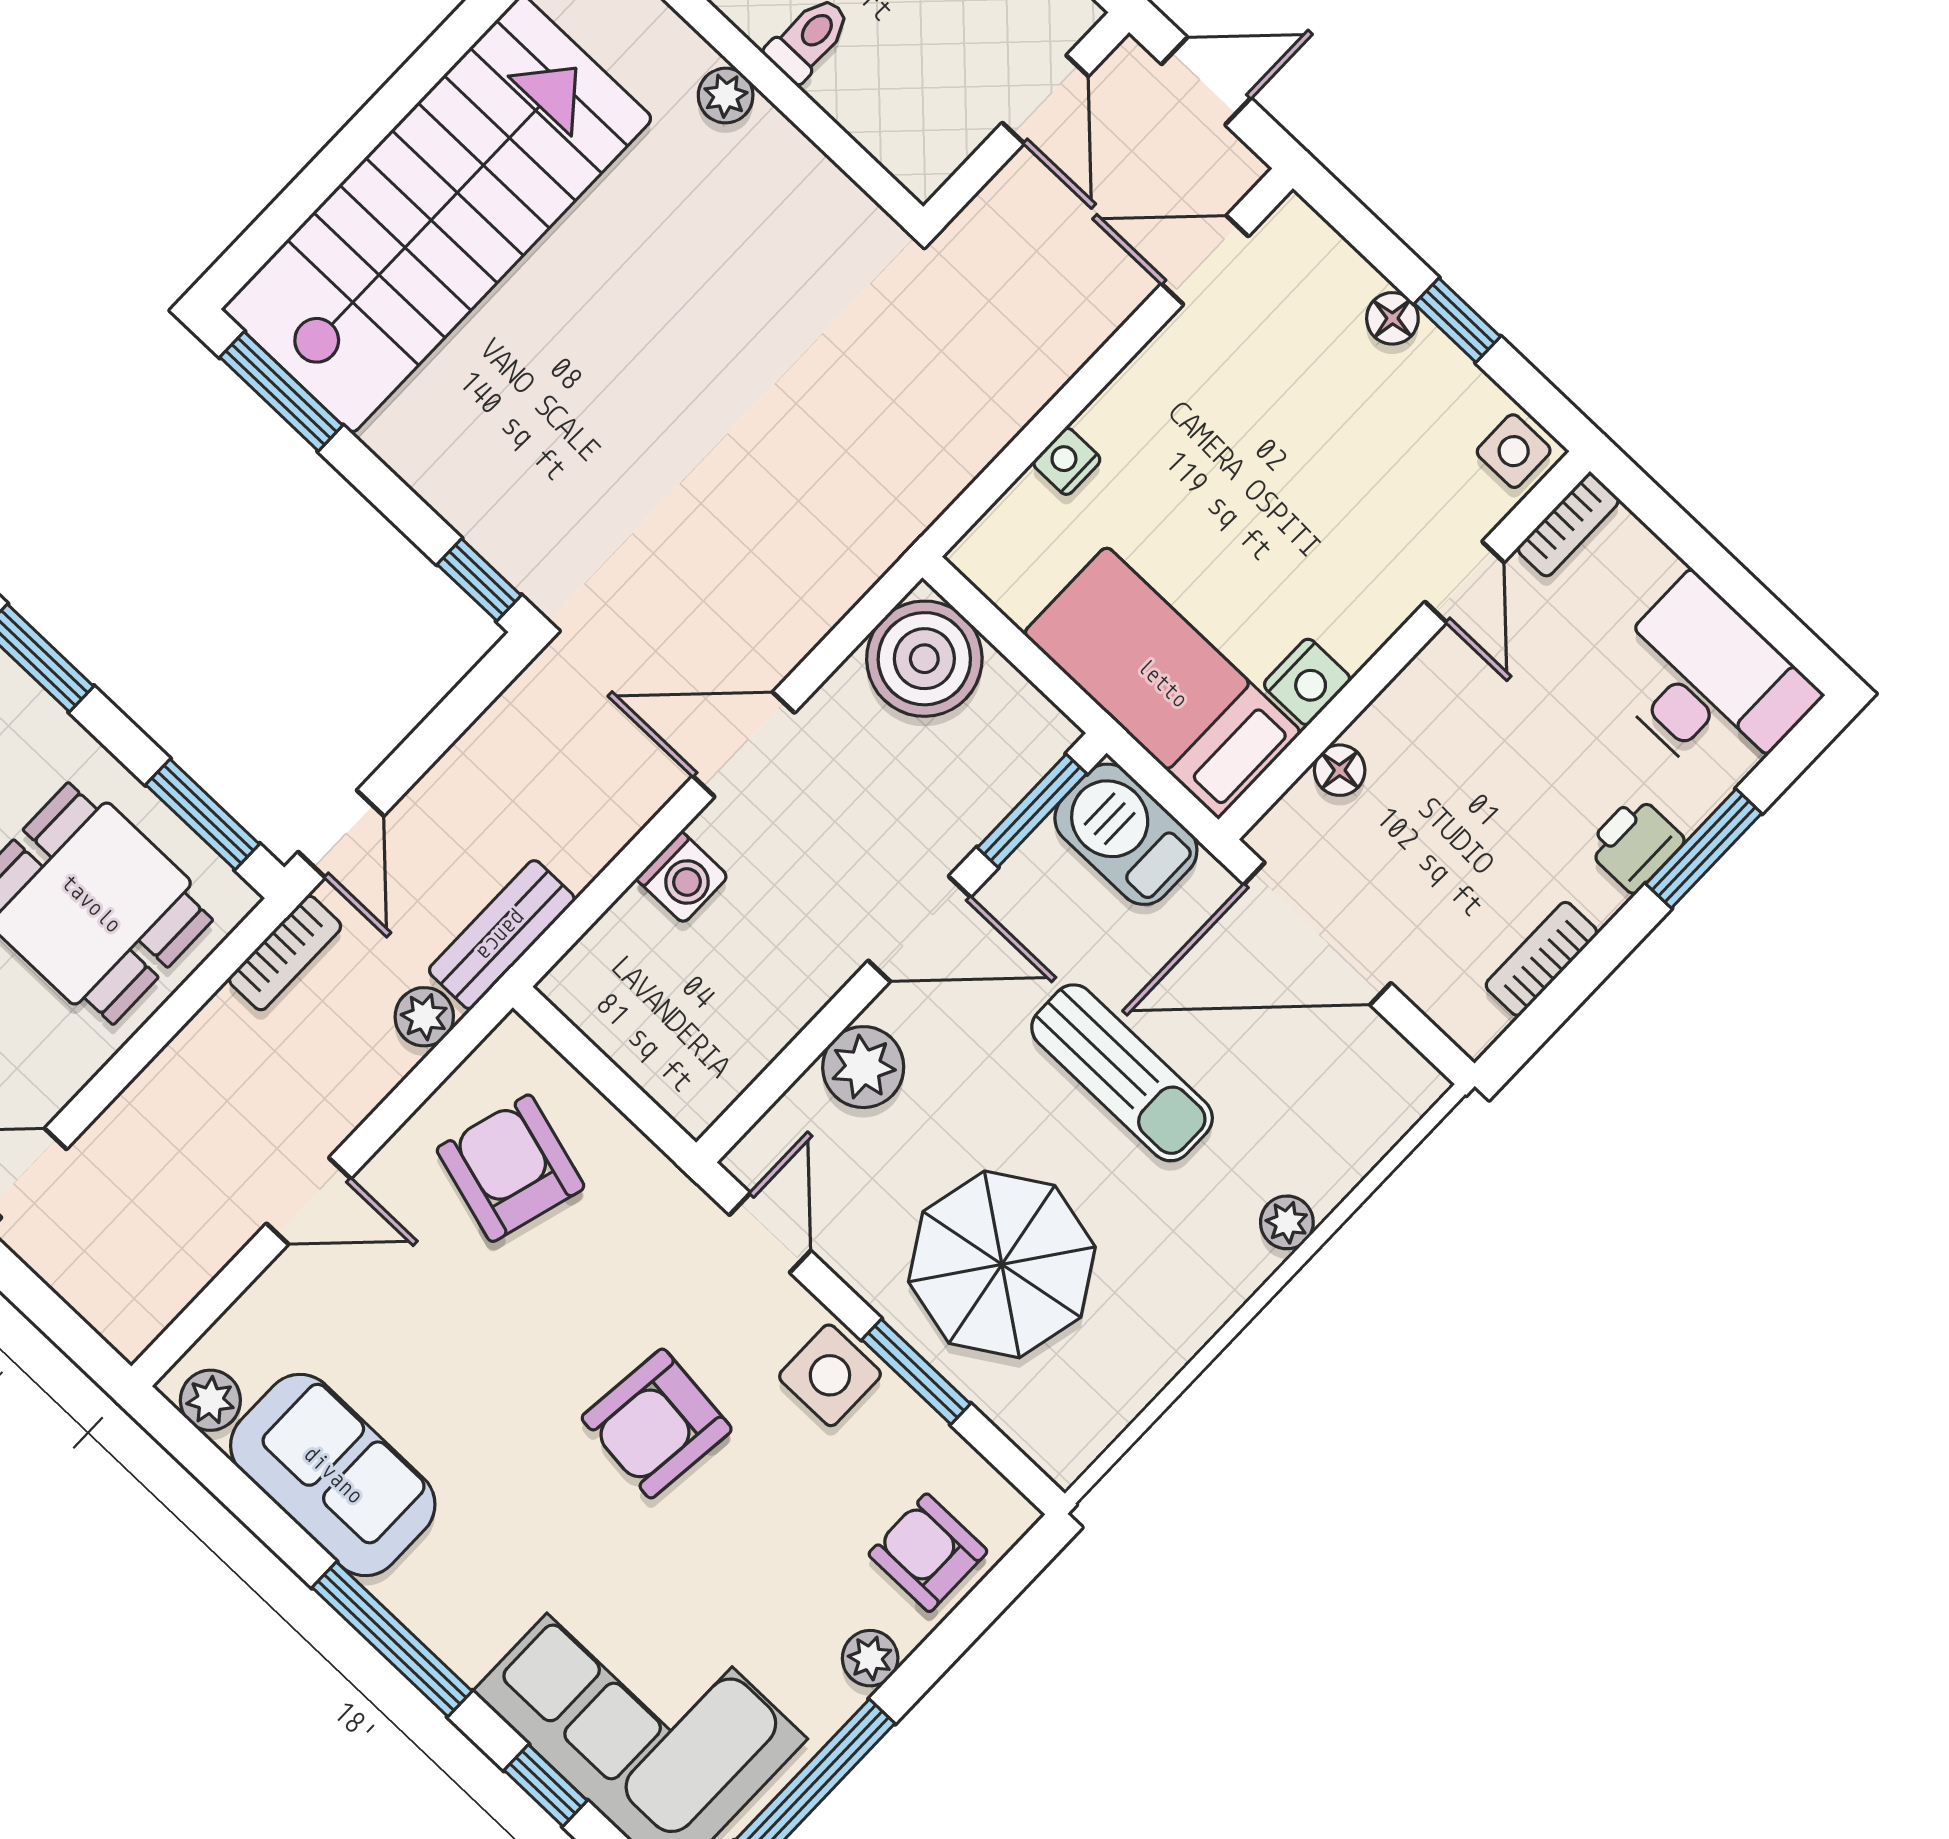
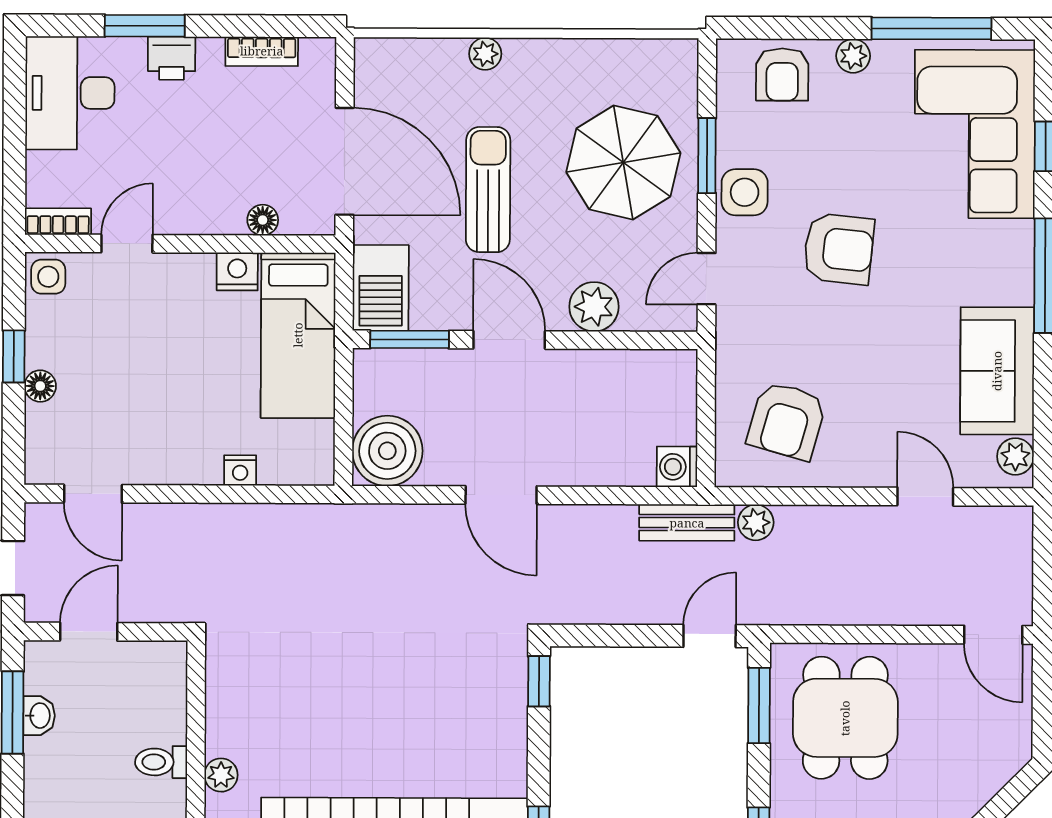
washing machine: (682, 877) -> (677, 467), moved, turned -90
bookcase: (285, 953) -> (786, 611), removed
door: (309, 1201) -> (925, 497), moved

